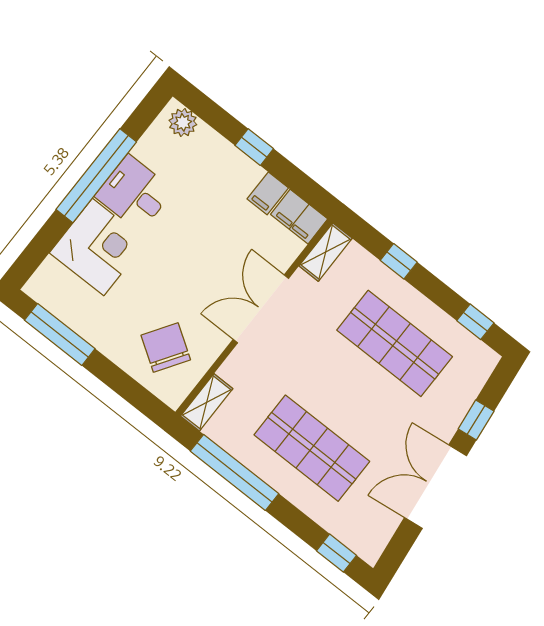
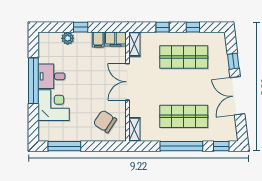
plant: (183, 122) -> (68, 38), moved
window: (475, 322) -> (193, 27), moved
window: (234, 472) -> (181, 146), moved

